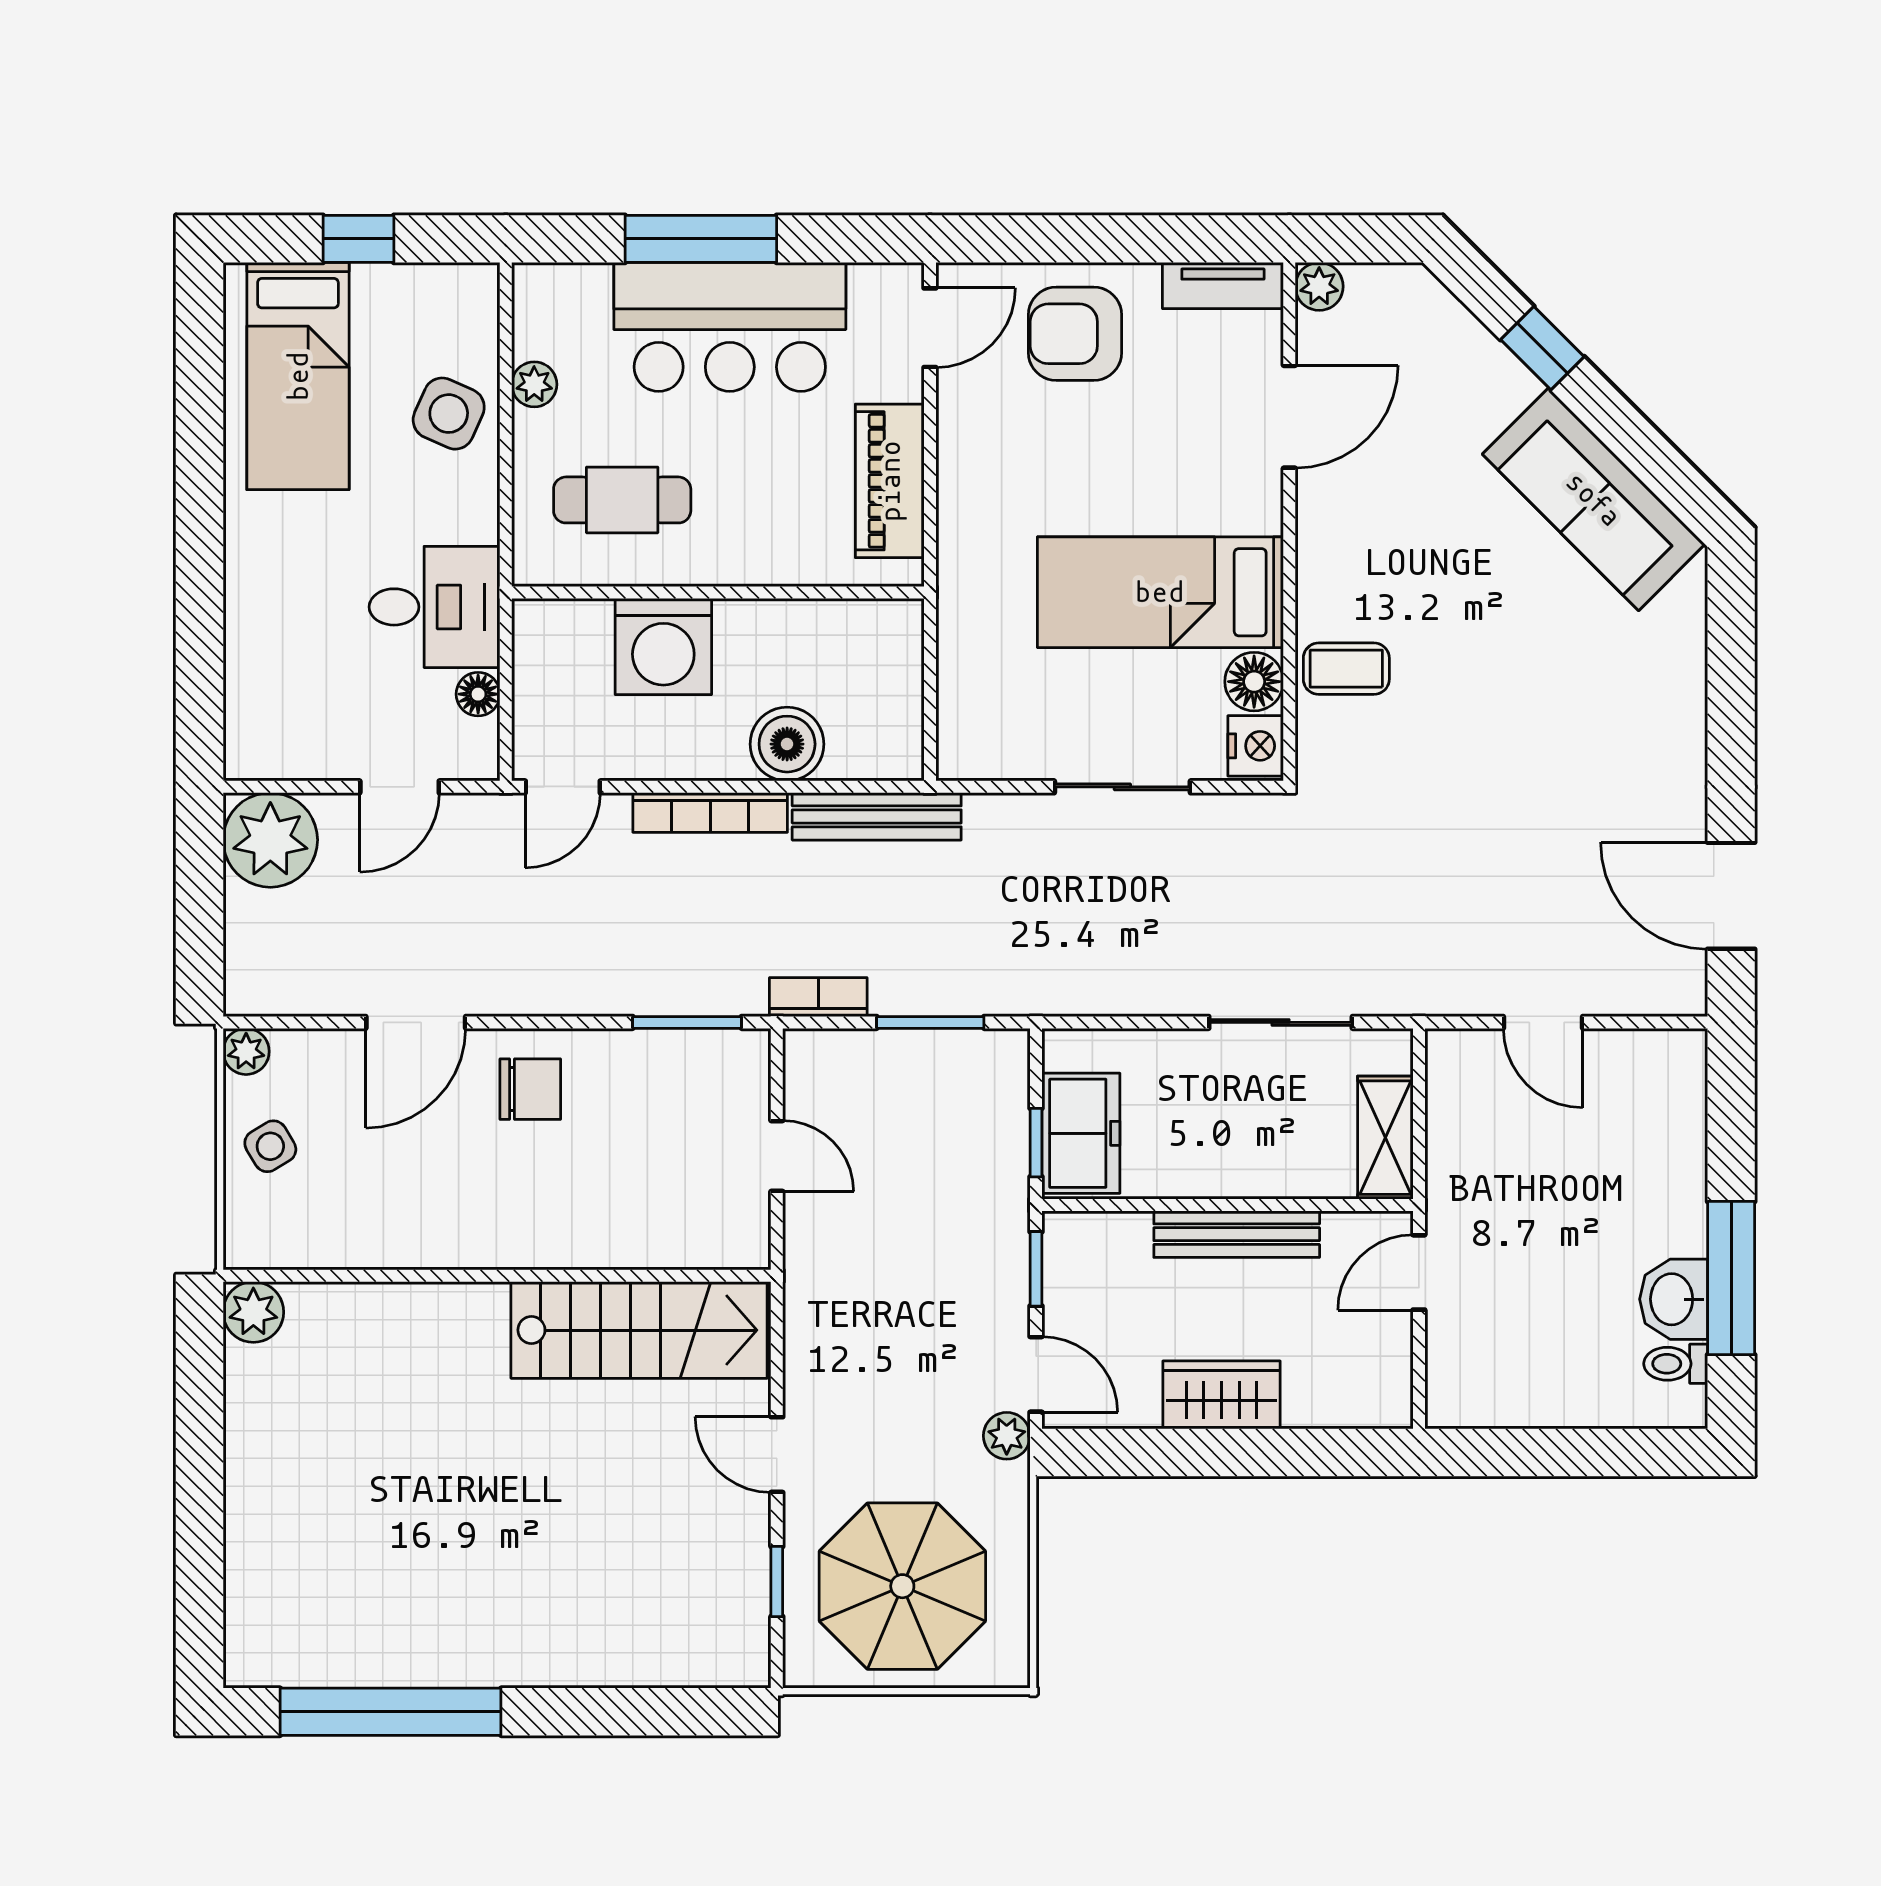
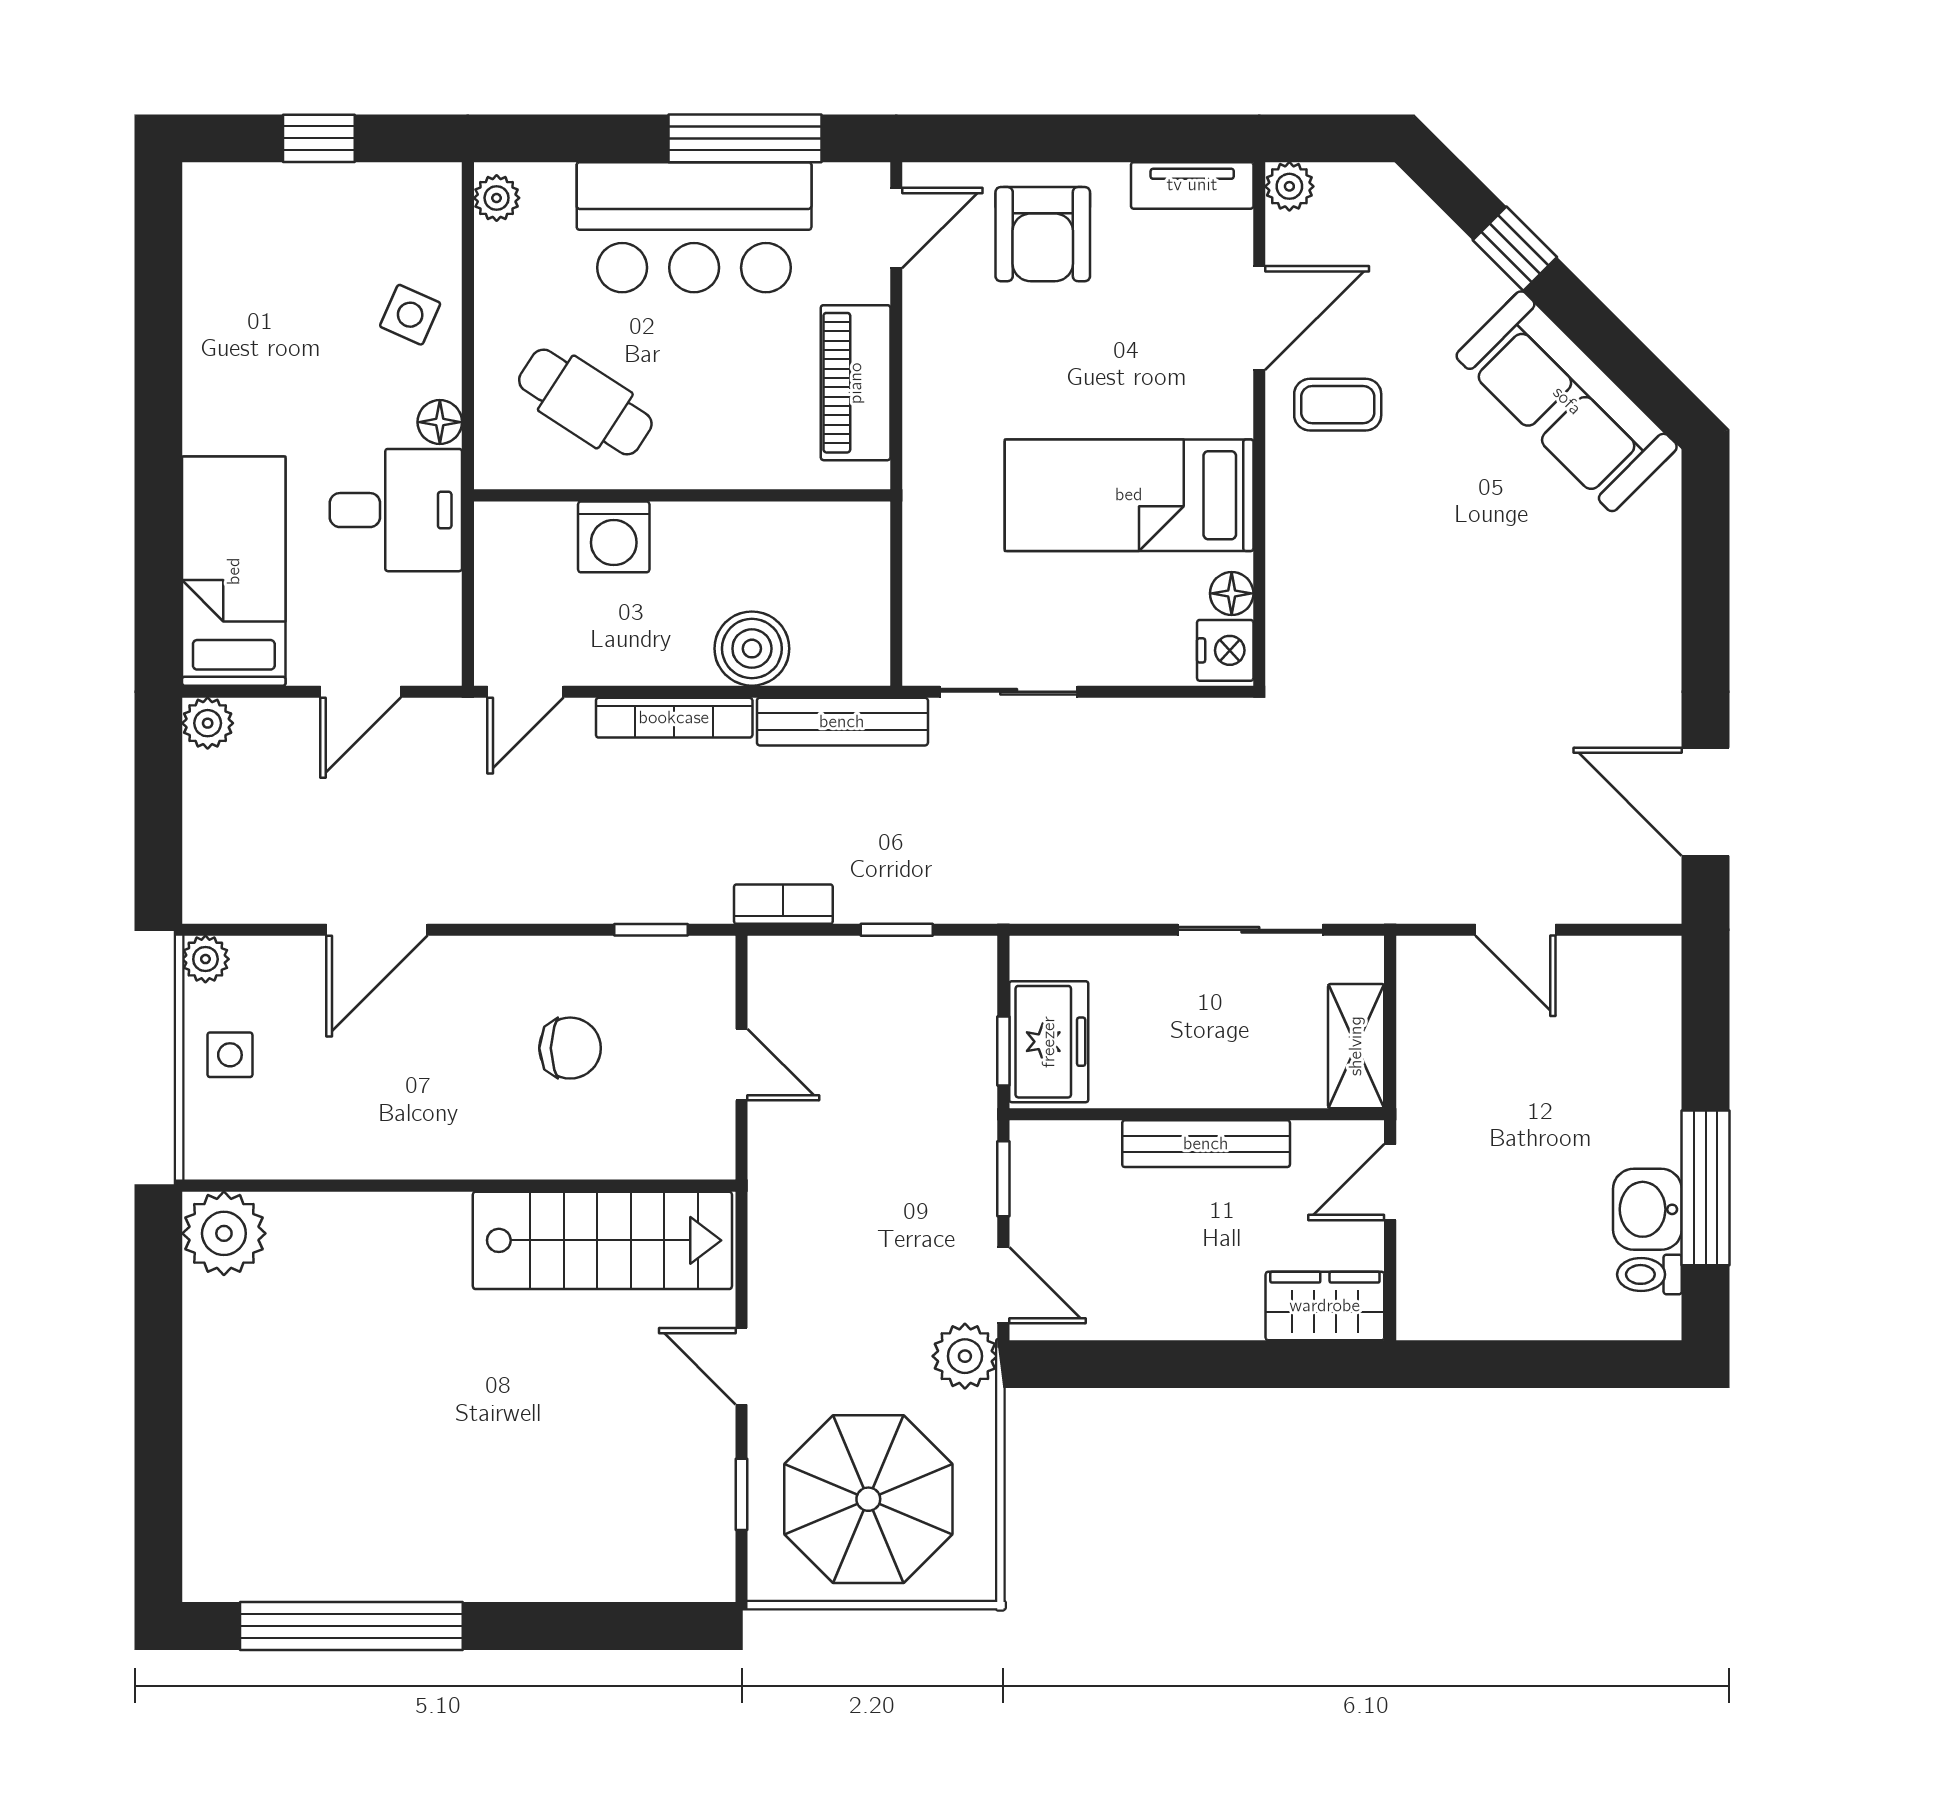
window: (701, 239) -> (745, 138), moved
armchair: (1075, 334) -> (1043, 234), turned -90
bed: (298, 376) -> (234, 571), moved, turned 180
plant: (534, 384) -> (497, 198), moved
side table: (449, 414) -> (410, 315), width x0.73, depth x0.73
cafe table: (622, 500) -> (585, 402), turned 33
washing machine: (663, 647) -> (614, 537), width x0.73, depth x0.73
coffee table: (1346, 669) -> (1338, 405), moved
floor lamp: (1254, 682) -> (1232, 593), width x0.73, depth x0.73
floor lamp: (478, 694) -> (440, 422), moved
sliding door: (1122, 787) -> (1009, 692), moved
plant: (270, 840) -> (208, 723), width x0.53, depth x0.53
window: (687, 1022) -> (651, 930), width x0.67
window: (930, 1022) -> (897, 930), width x0.67
chair: (530, 1089) -> (570, 1048), moved
side table: (270, 1146) -> (230, 1055), turned 31
plant: (253, 1312) -> (224, 1233), width x1.36, depth x1.36
wardrobe: (1222, 1395) -> (1325, 1306), moved
plant: (1007, 1436) -> (965, 1356), width x1.38, depth x1.38

